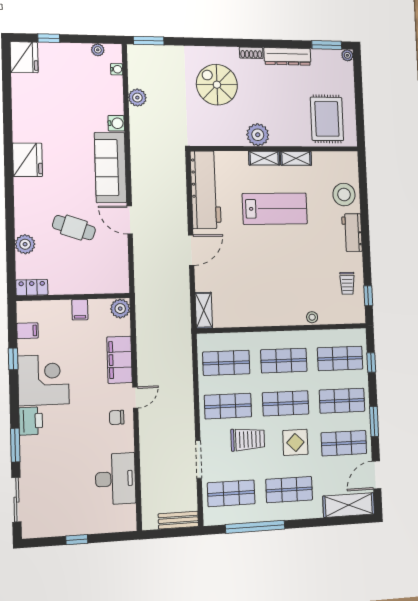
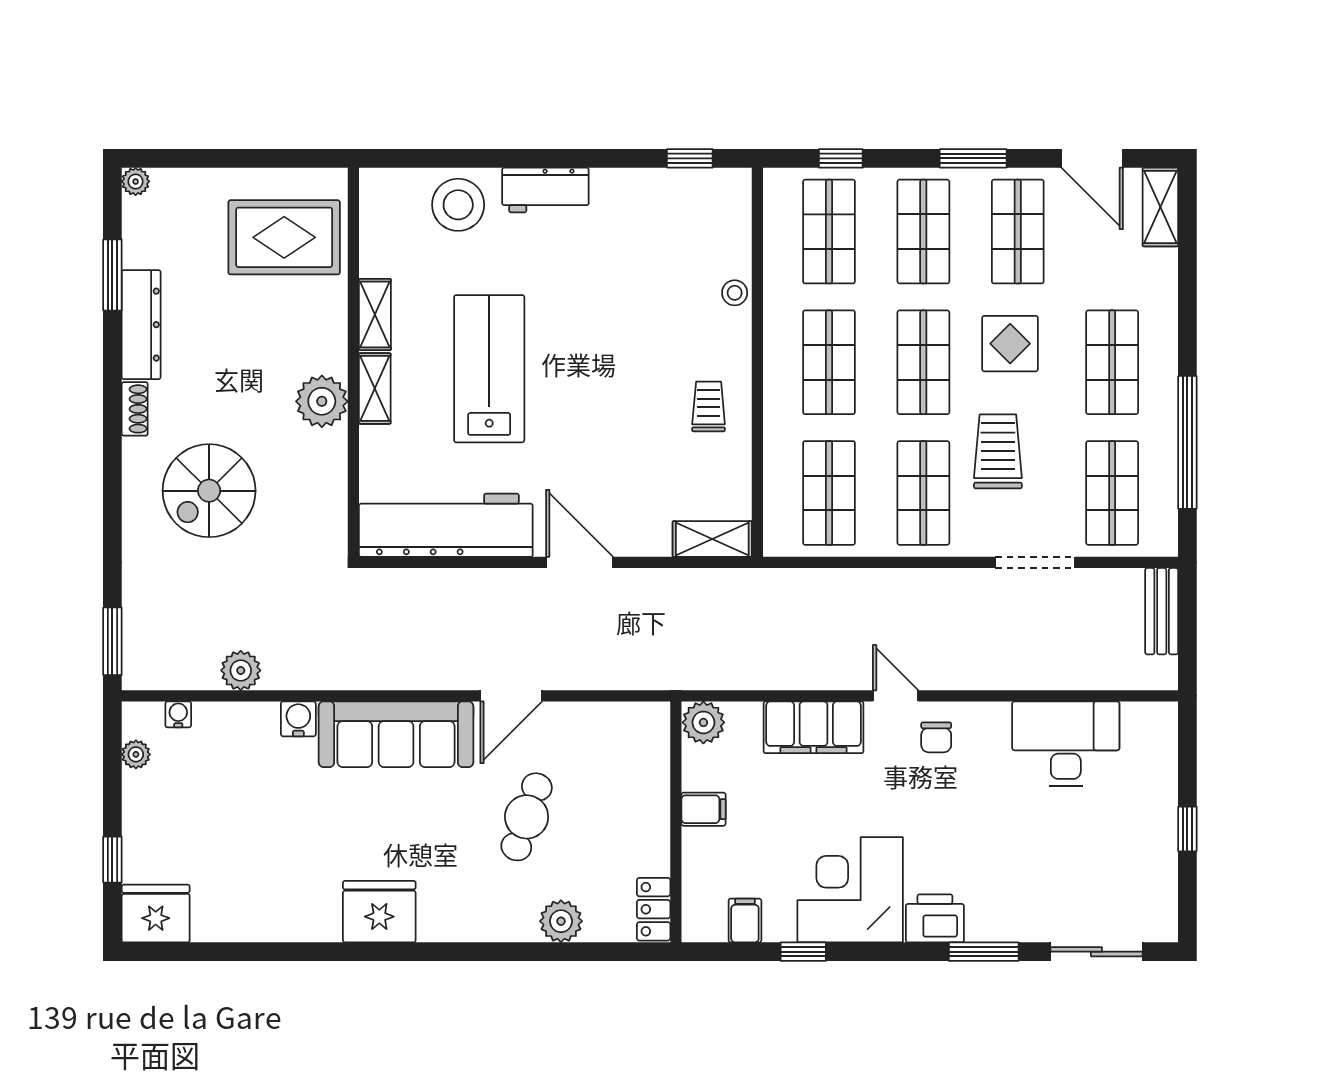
window: (327, 45) -> (112, 275), moved
trolley: (347, 283) -> (709, 406), moved, turned -90
shelving: (349, 505) -> (1160, 207), width x0.67, depth x0.75

